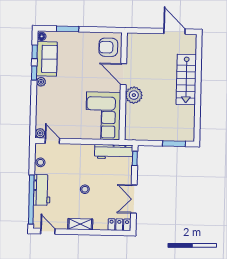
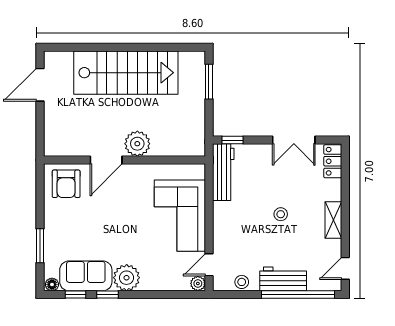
stairs: (186, 80) -> (126, 73), width x1.36, depth x1.51
plant: (41, 82) -> (127, 278), width x1.88, depth x1.88
corner sofa: (103, 116) -> (180, 216), moved, turned 90

